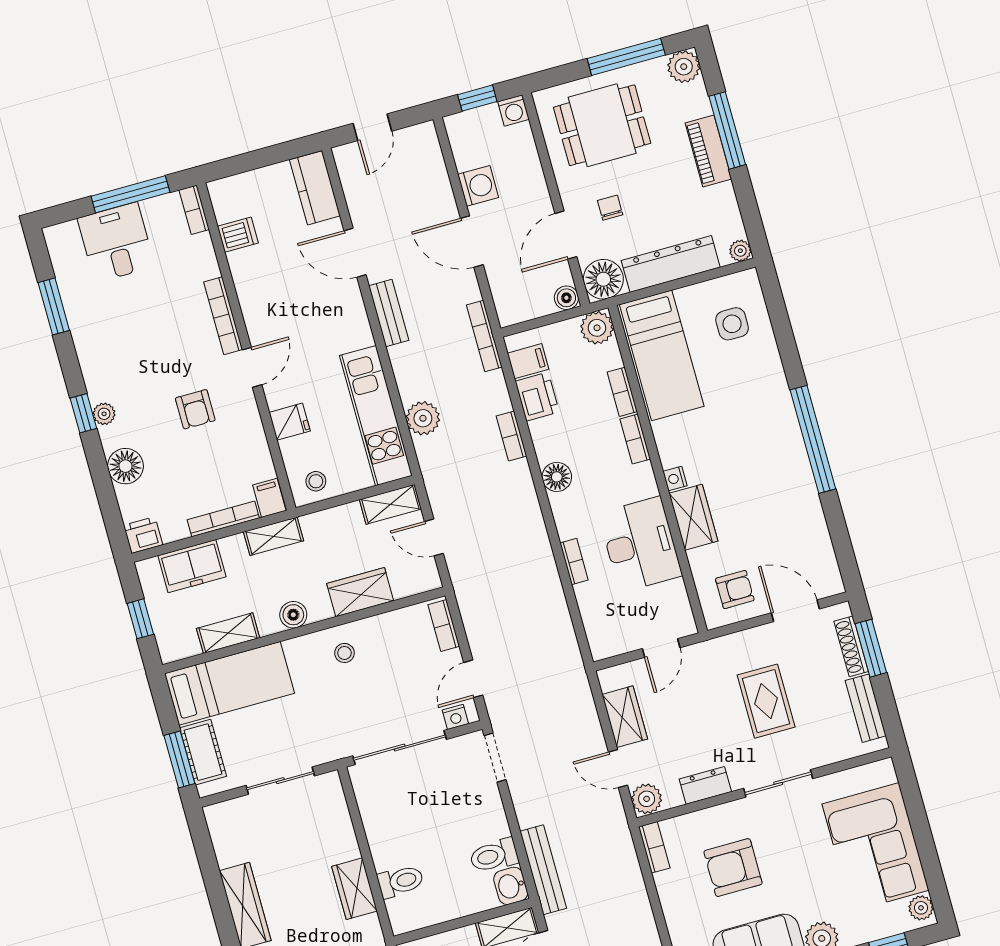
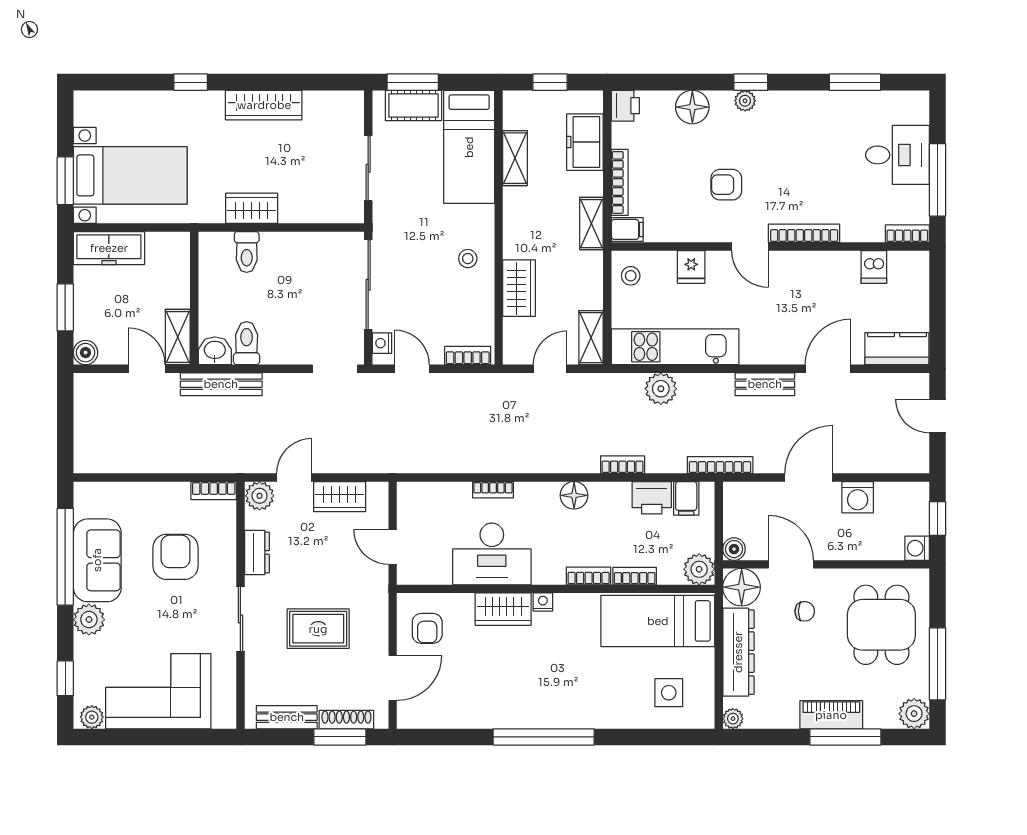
boiler: (293, 615) -> (515, 222), removed

